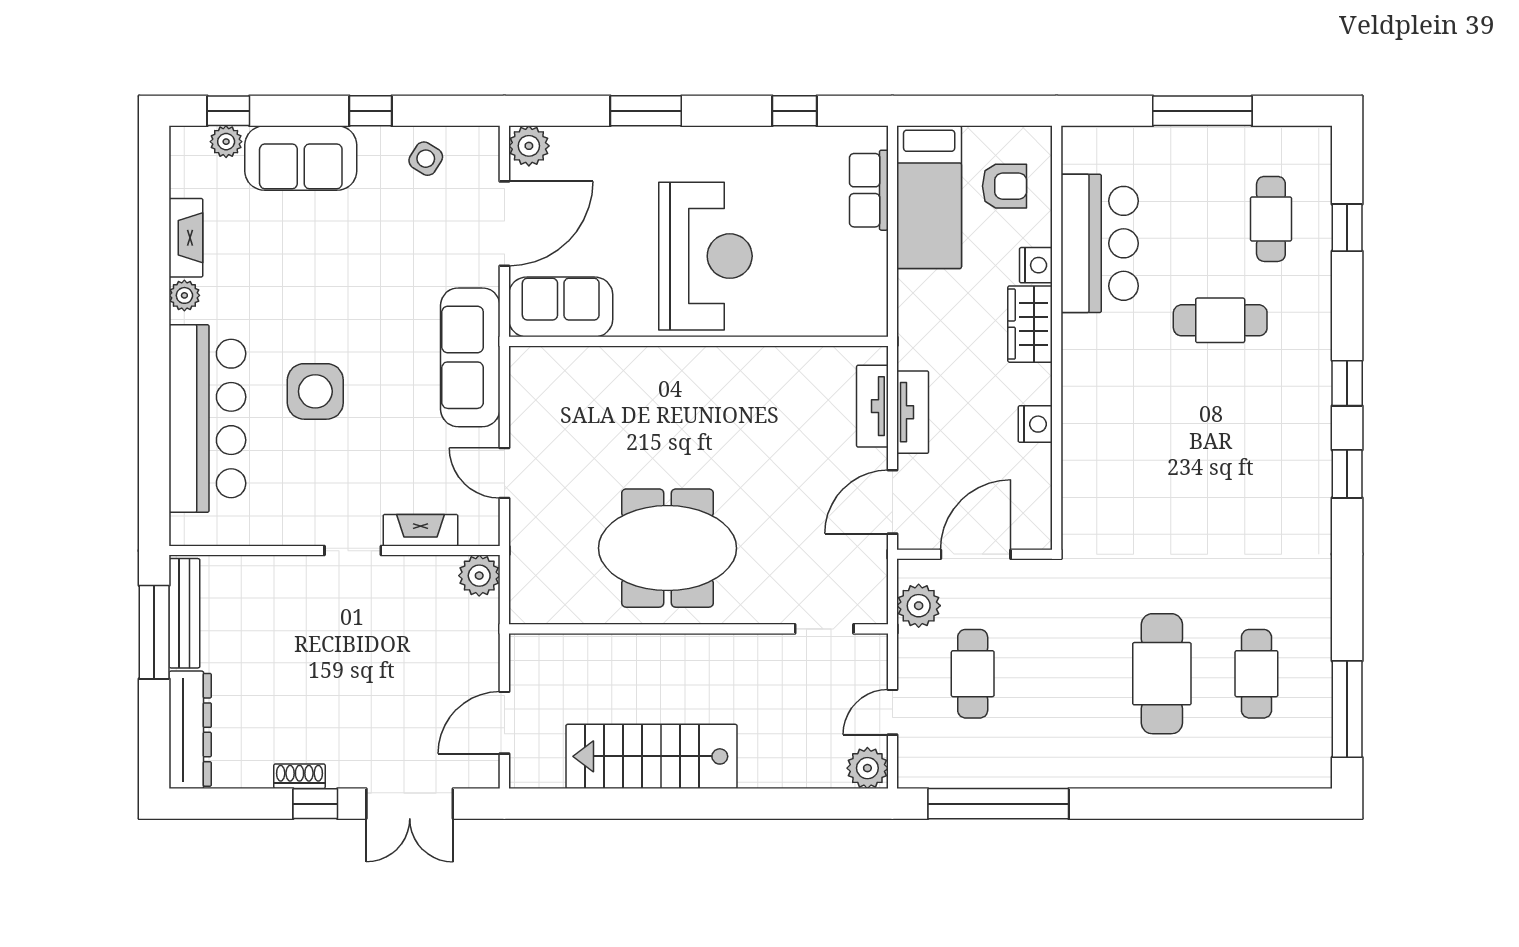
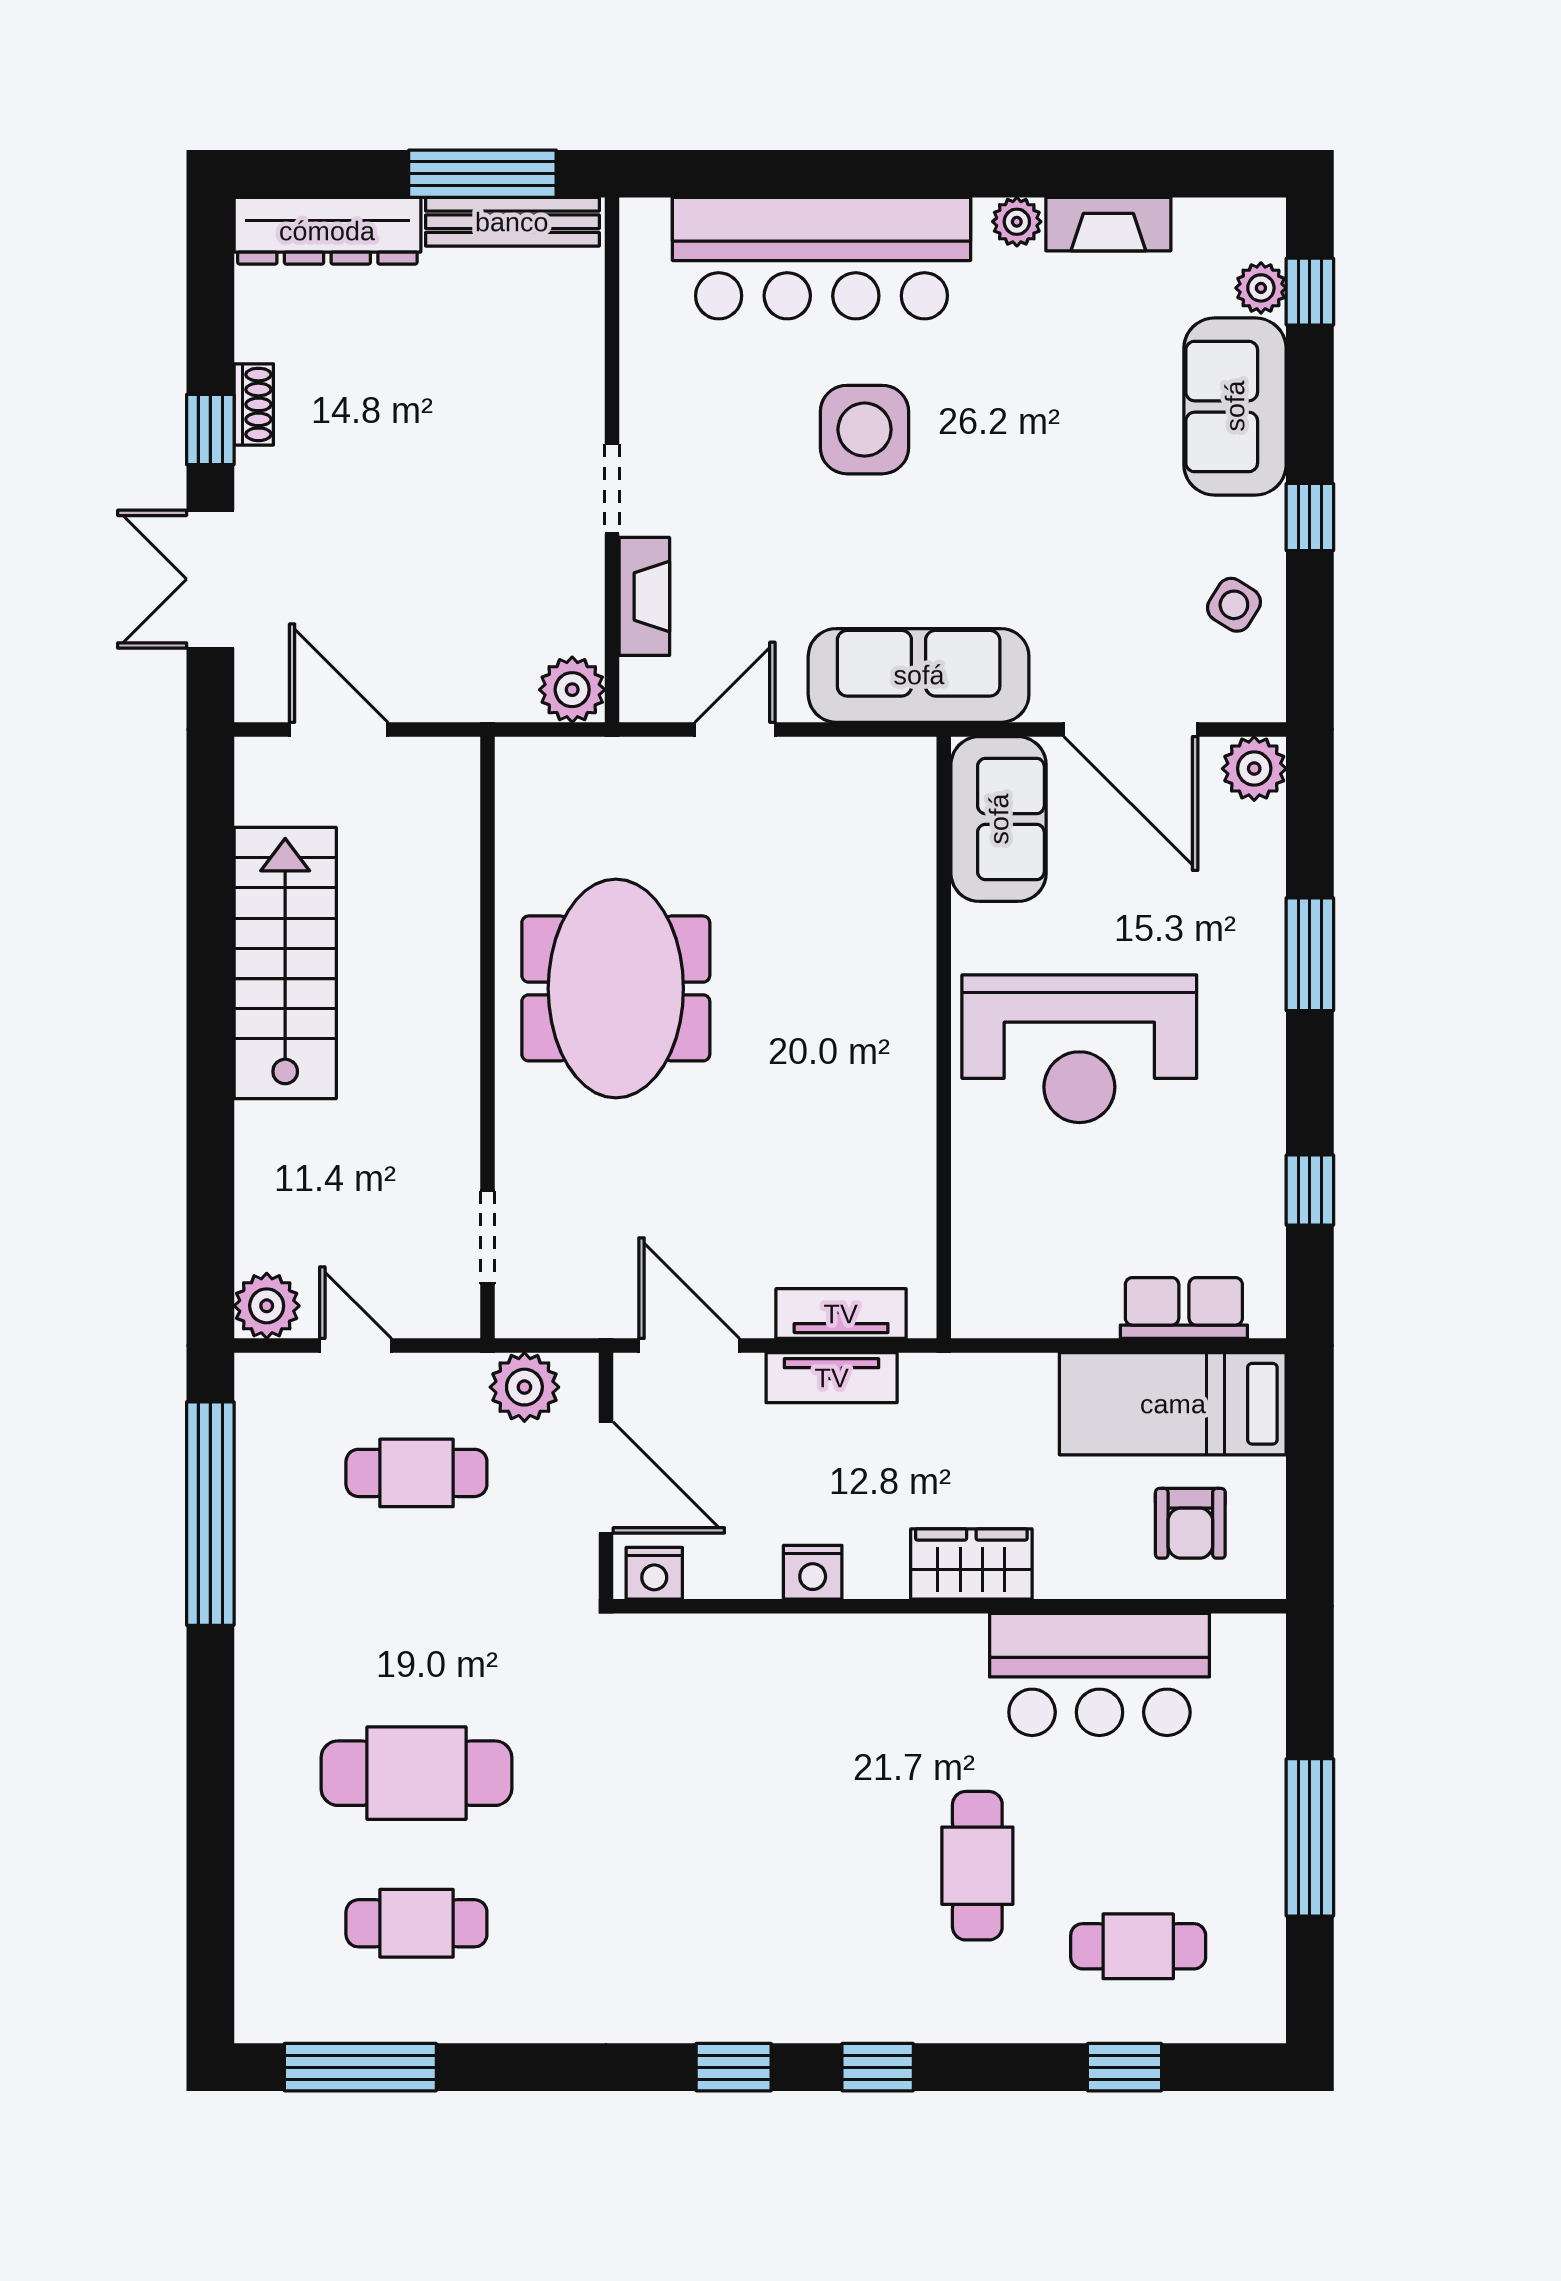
nightstand: (1036, 265) -> (654, 1573), moved

